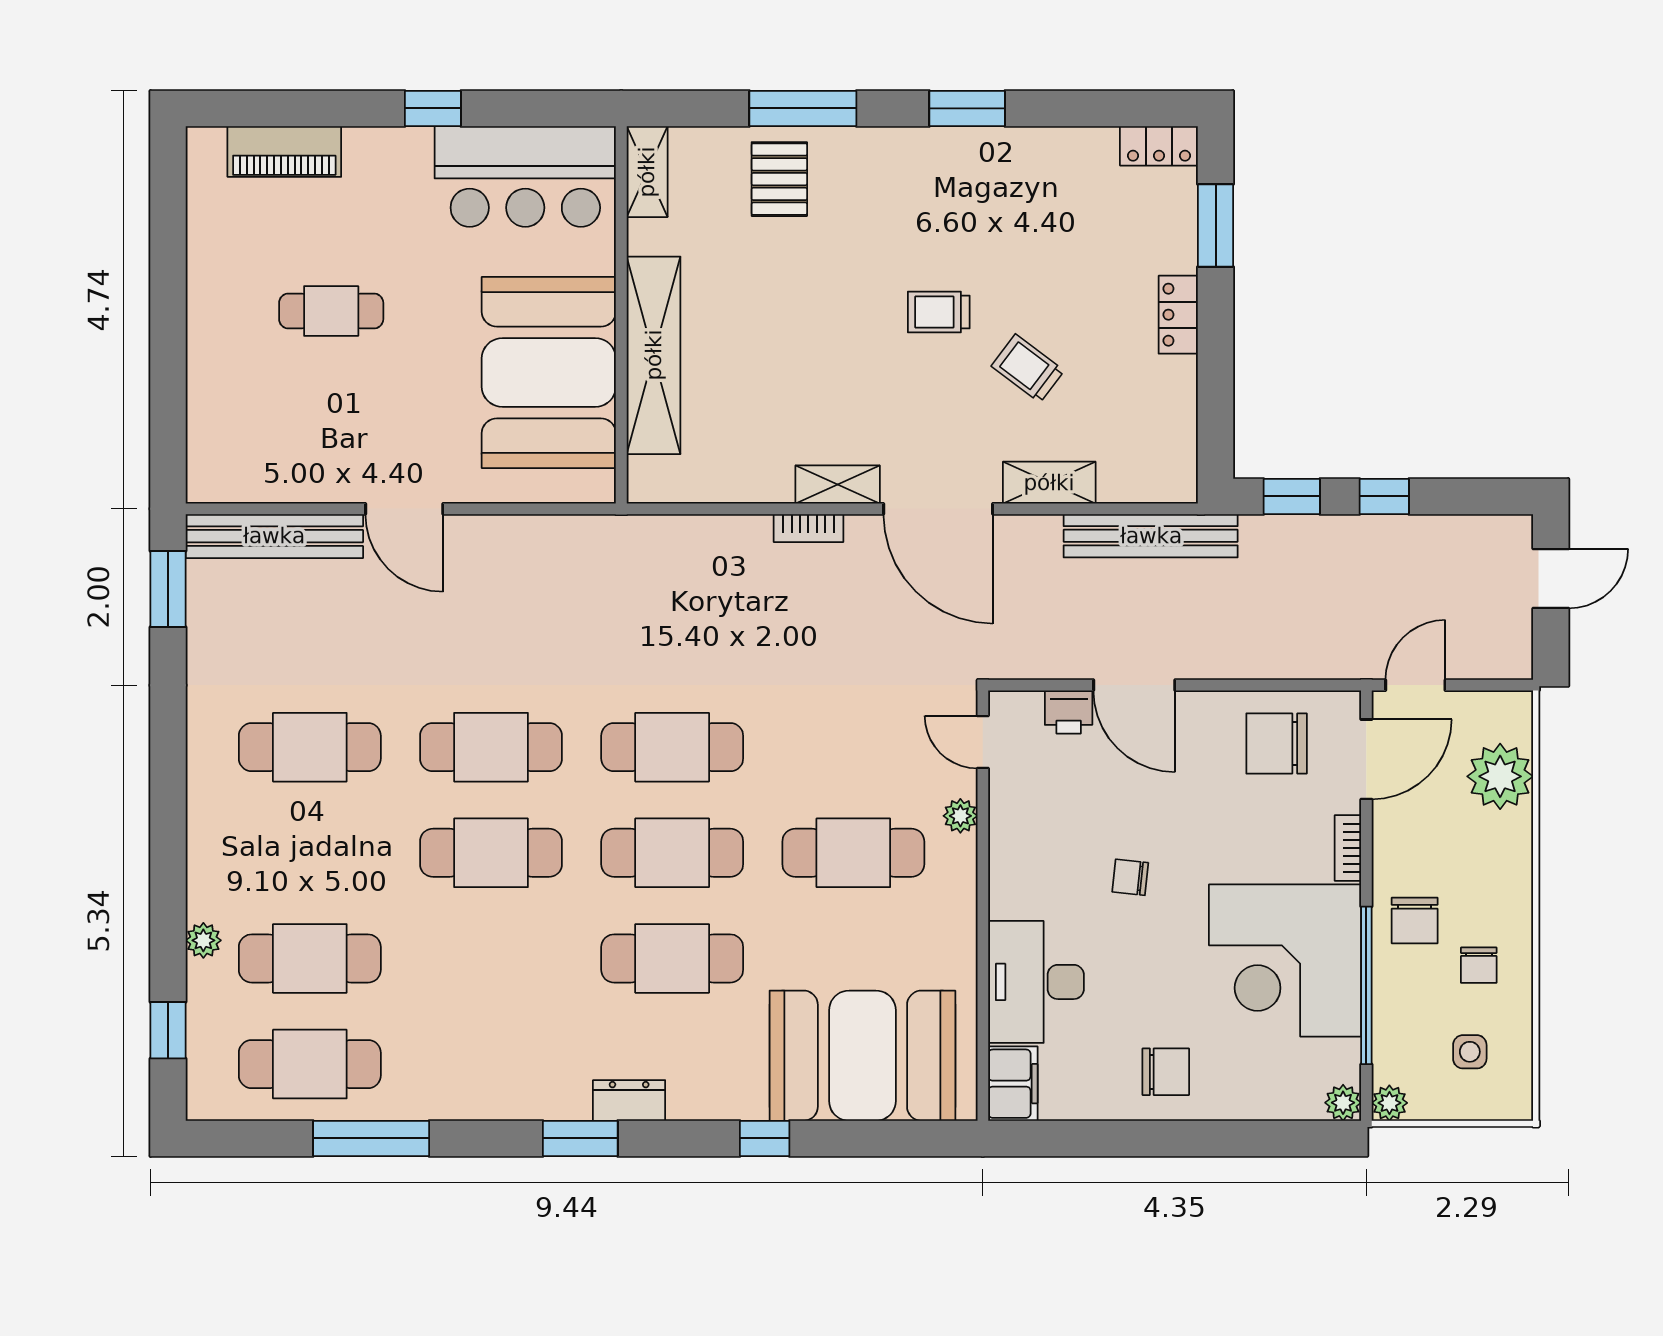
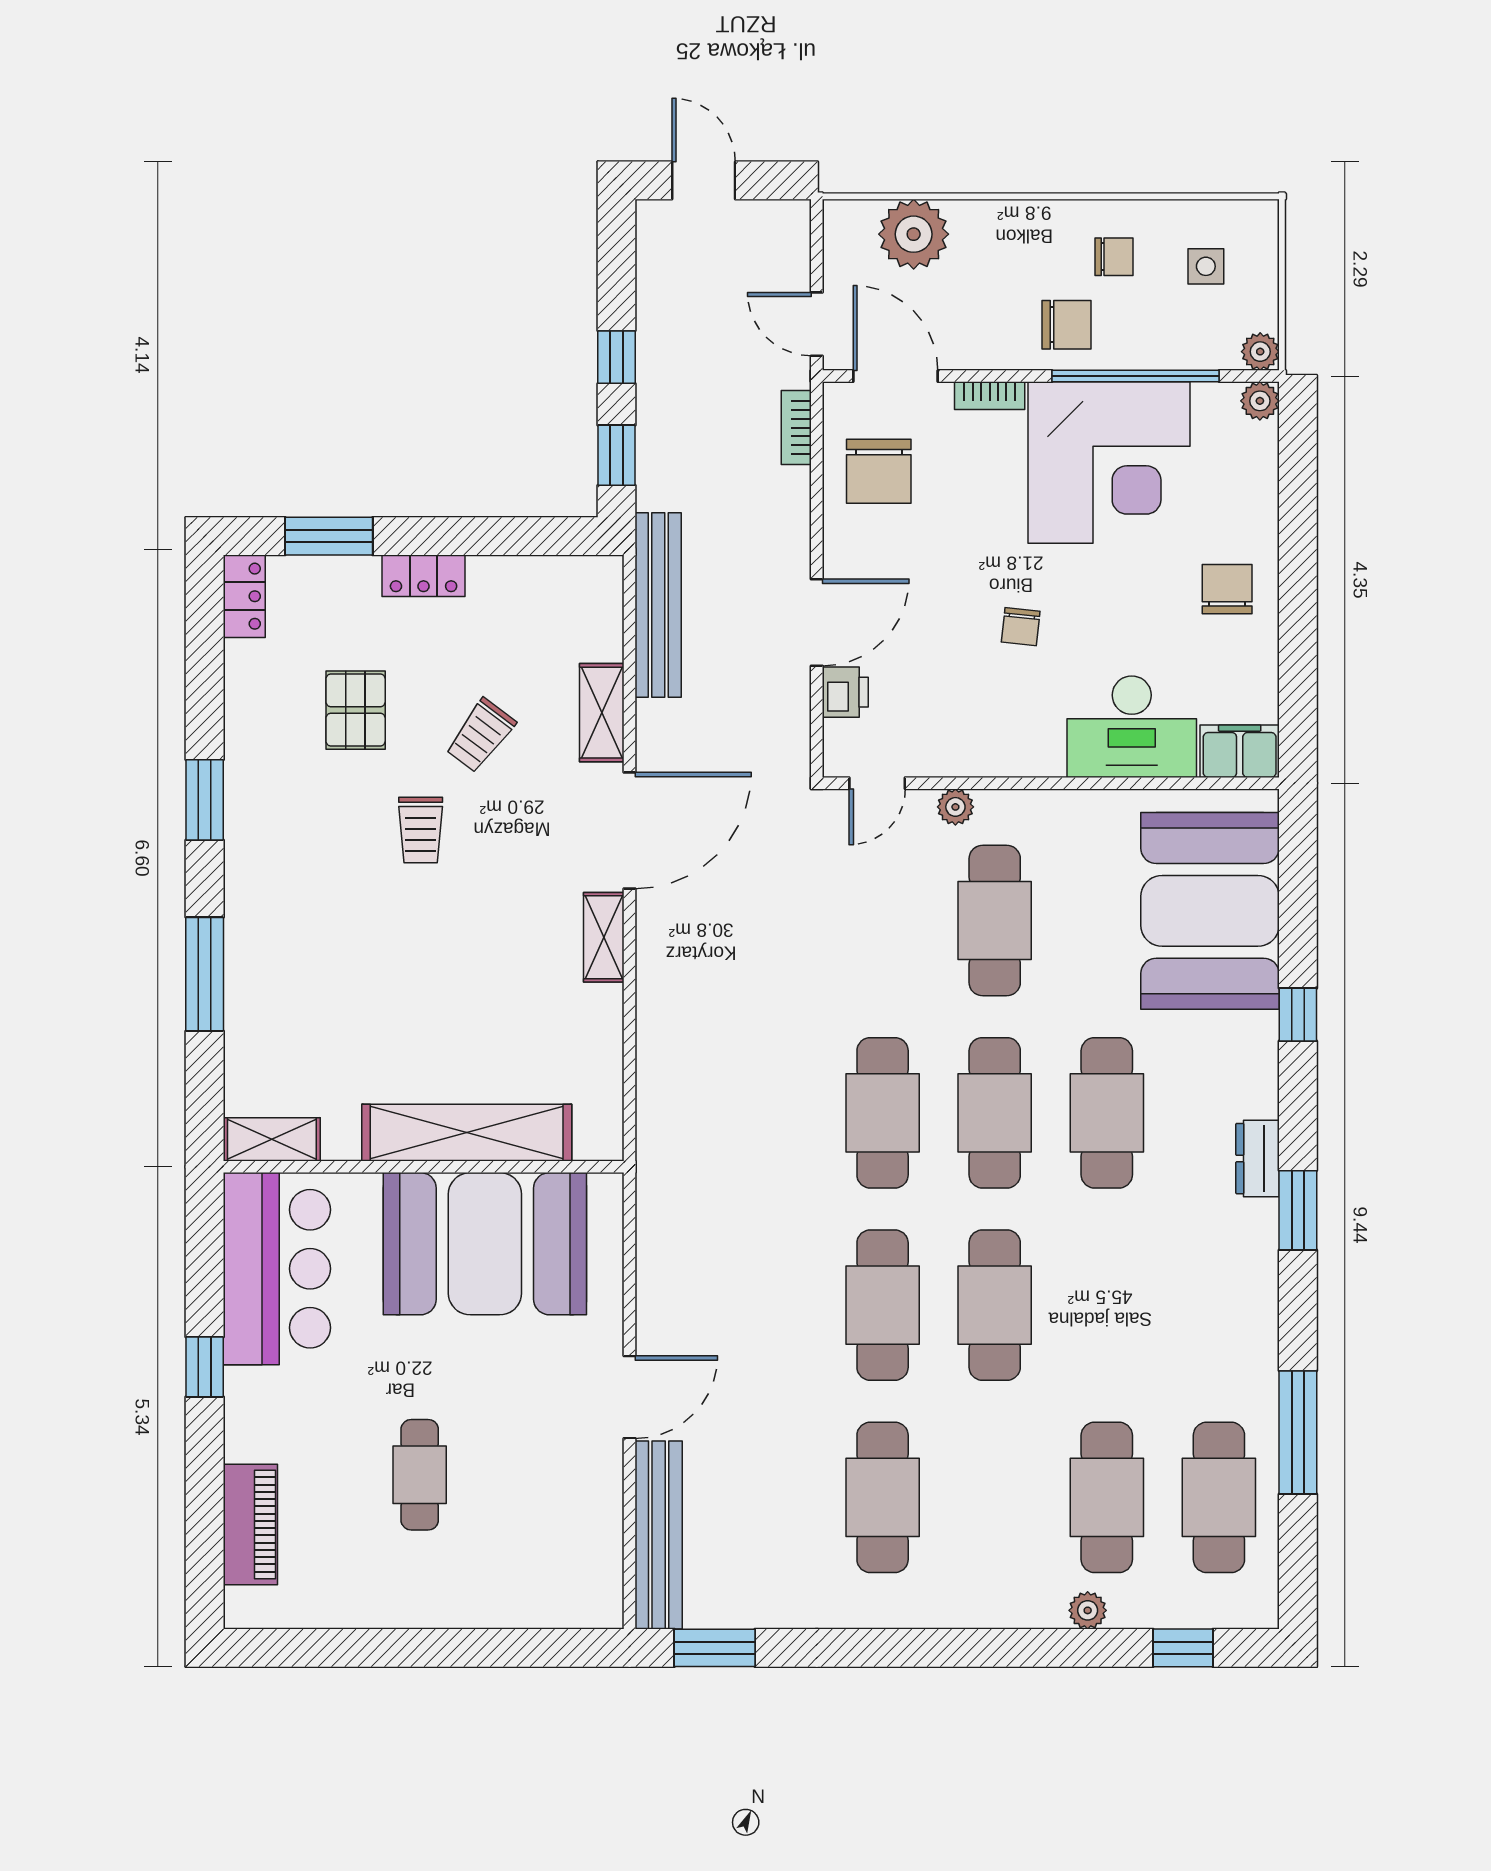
pallet: (779, 179) -> (356, 710), moved, turned 90
bookcase: (808, 528) -> (796, 428), moved, turned 180

